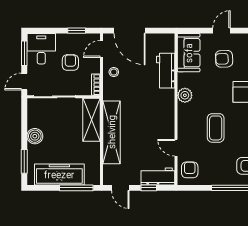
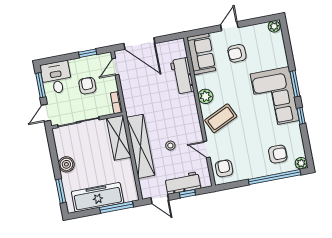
stool: (114, 72) -> (170, 146), moved
coffee table: (216, 128) -> (221, 118), moved, turned 65
workbench: (158, 176) -> (183, 183), moved

